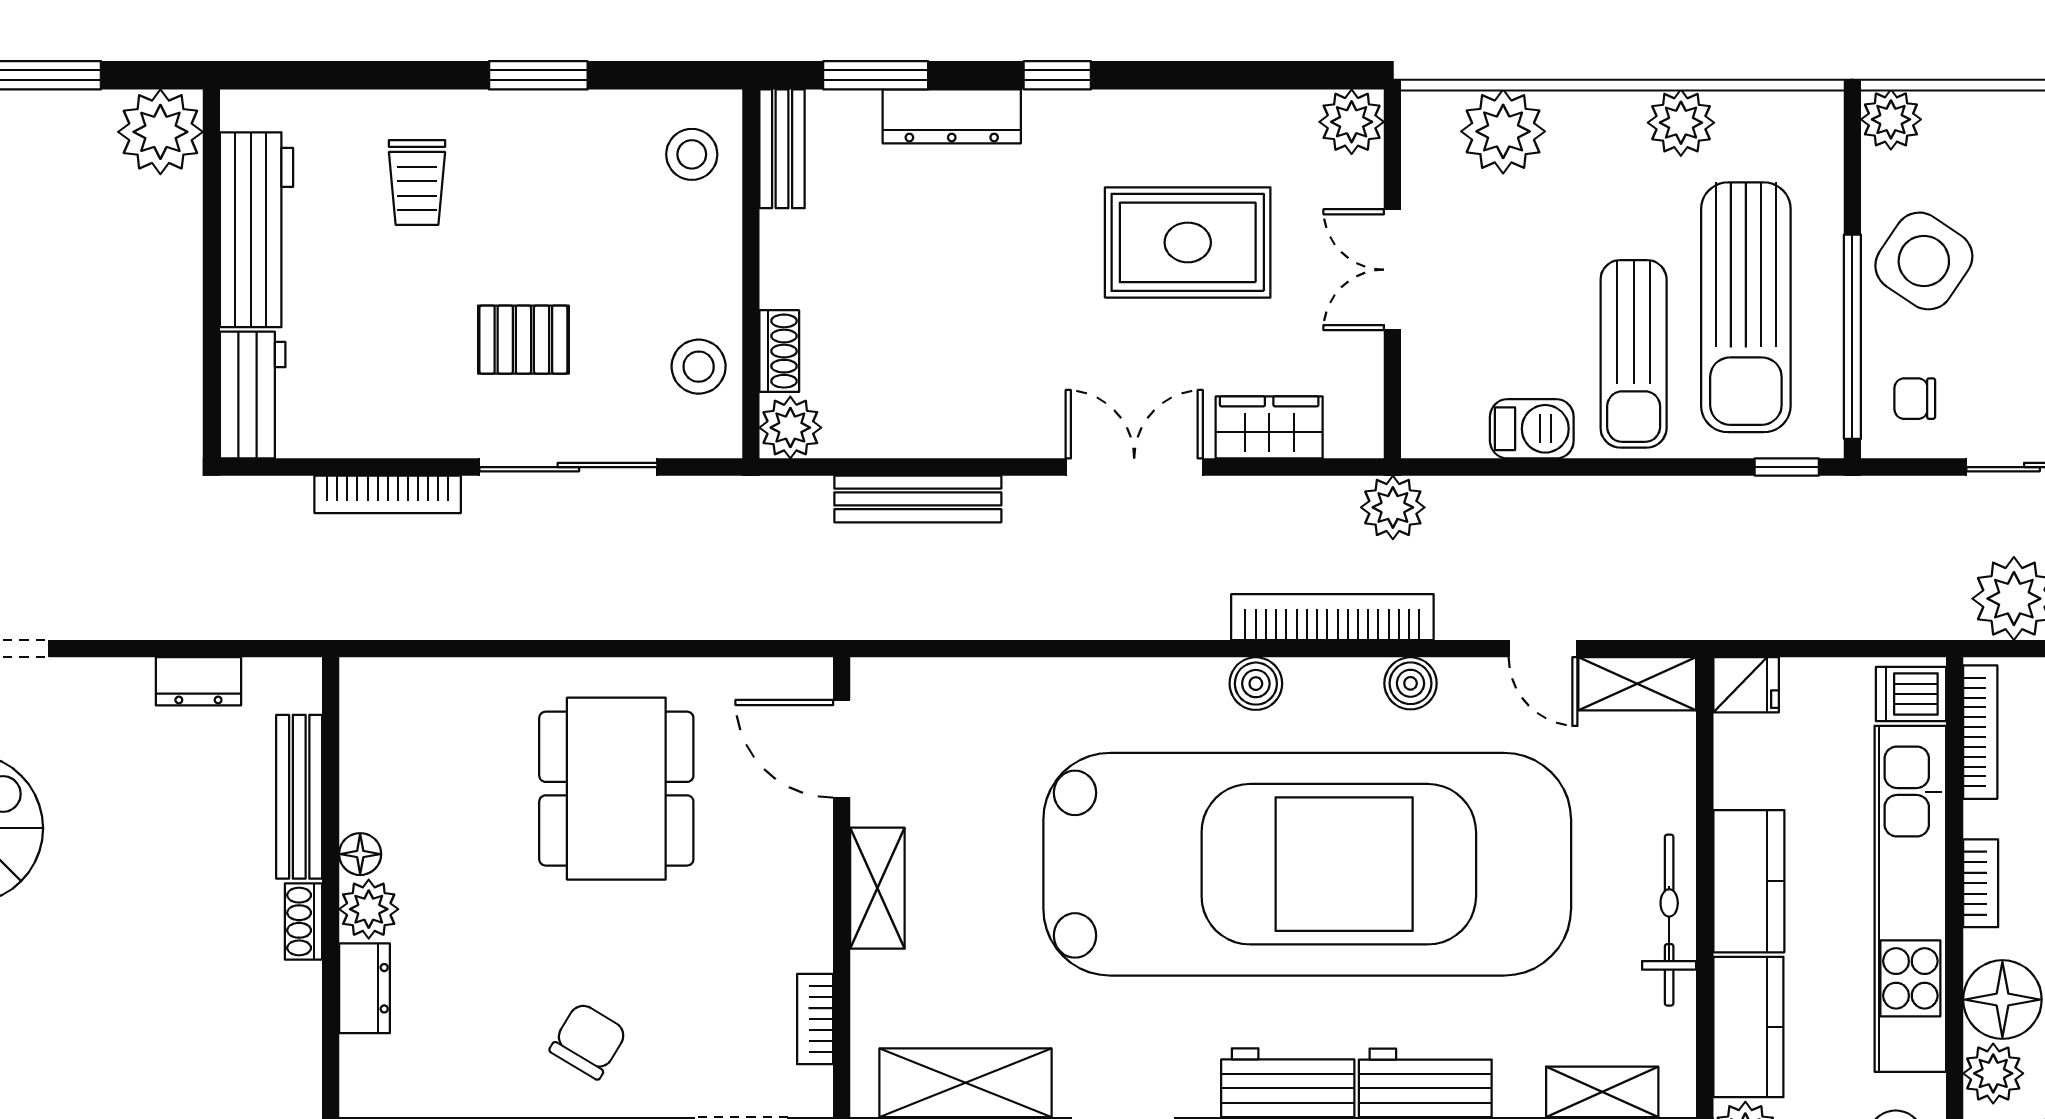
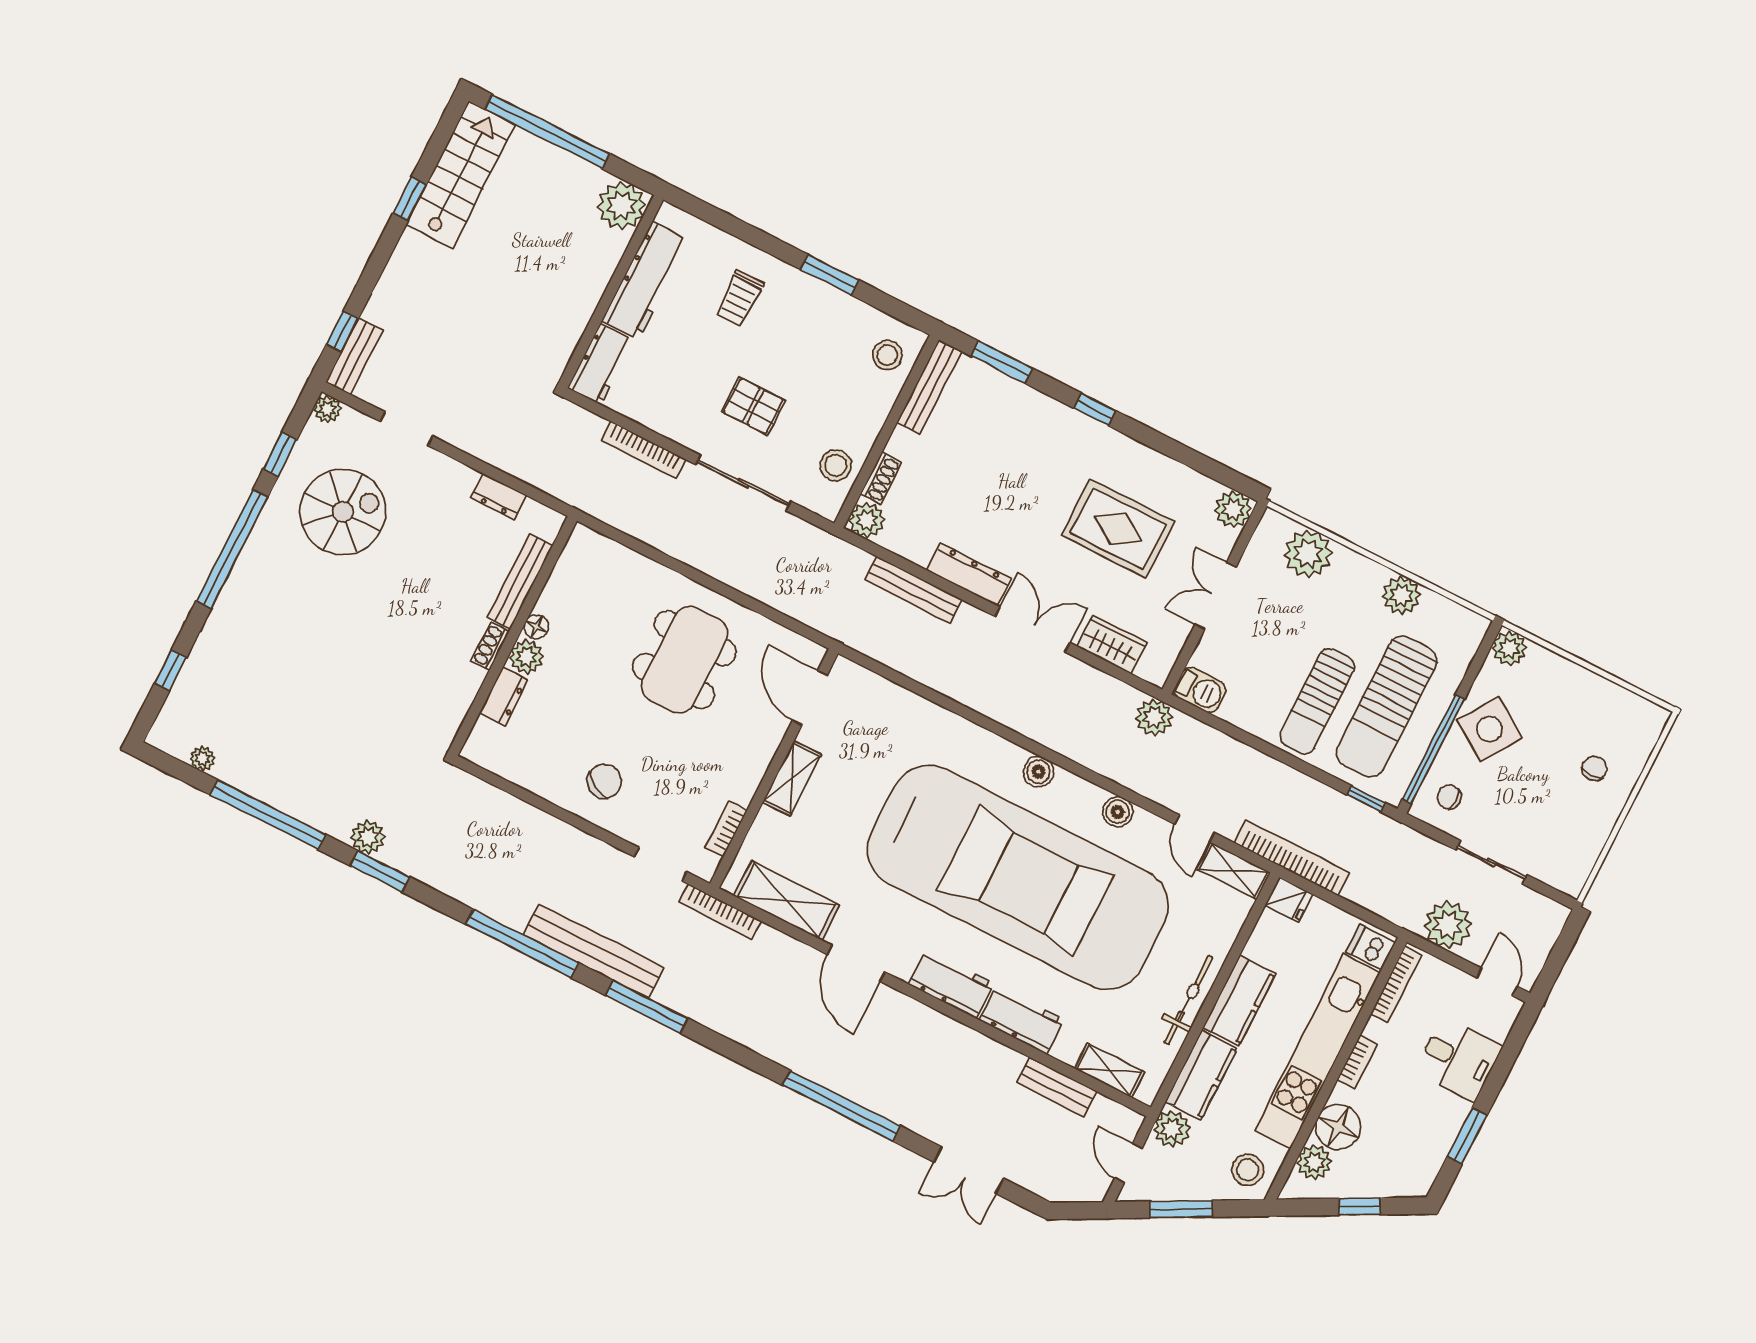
dresser: (952, 116) -> (969, 574), moved, turned 180
bench: (782, 149) -> (929, 387), width x1.36
barbecue: (1532, 429) -> (1200, 690), moved
bookcase: (1332, 617) -> (1292, 858), moved

